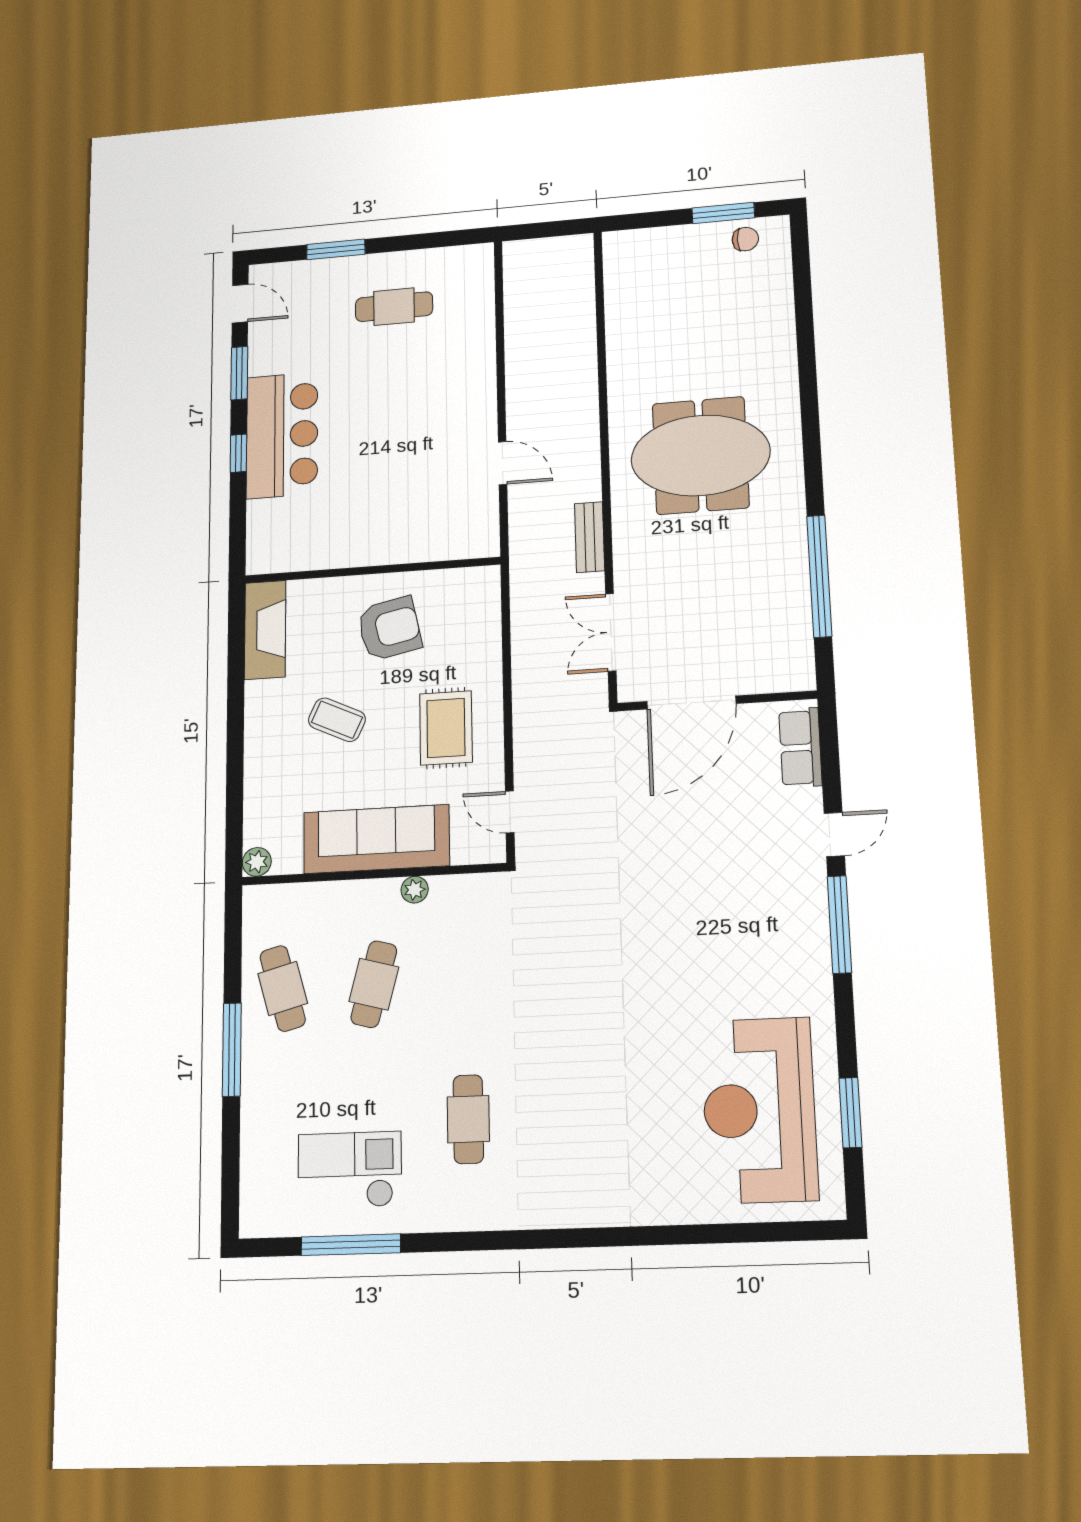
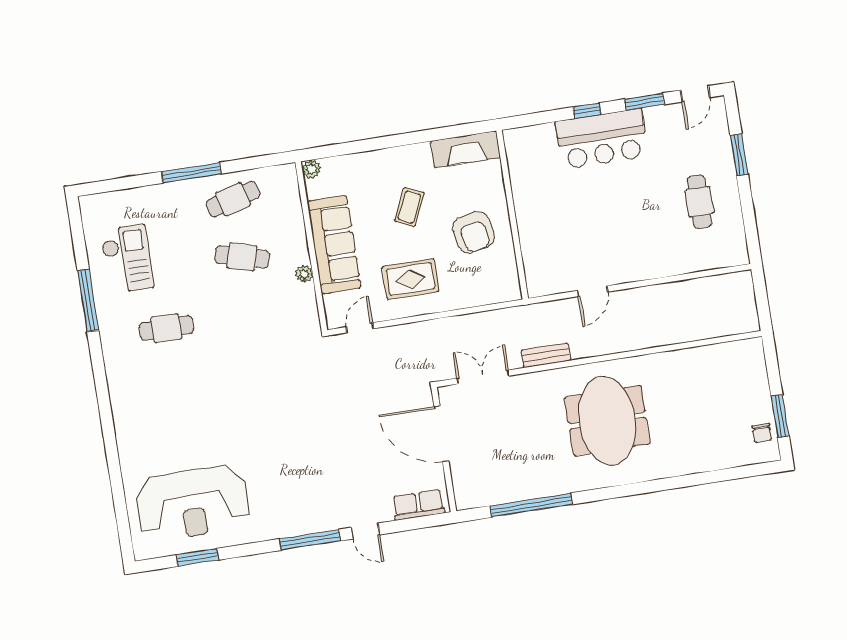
reception desk: (759, 1110) -> (192, 503), turned 180
window: (351, 1245) -> (88, 300), moved

